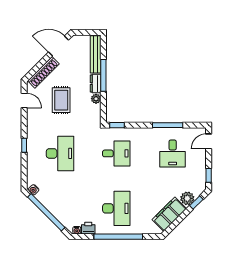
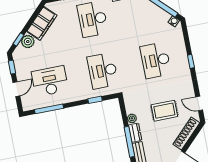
rug: (61, 100) -> (164, 111), turned 90
window: (117, 125) -> (95, 100), moved
window: (168, 125) -> (49, 109), moved
door: (209, 141) -> (16, 89), moved
desk: (116, 153) -> (103, 71), width x1.37
desk: (173, 153) -> (50, 81), width x1.37

